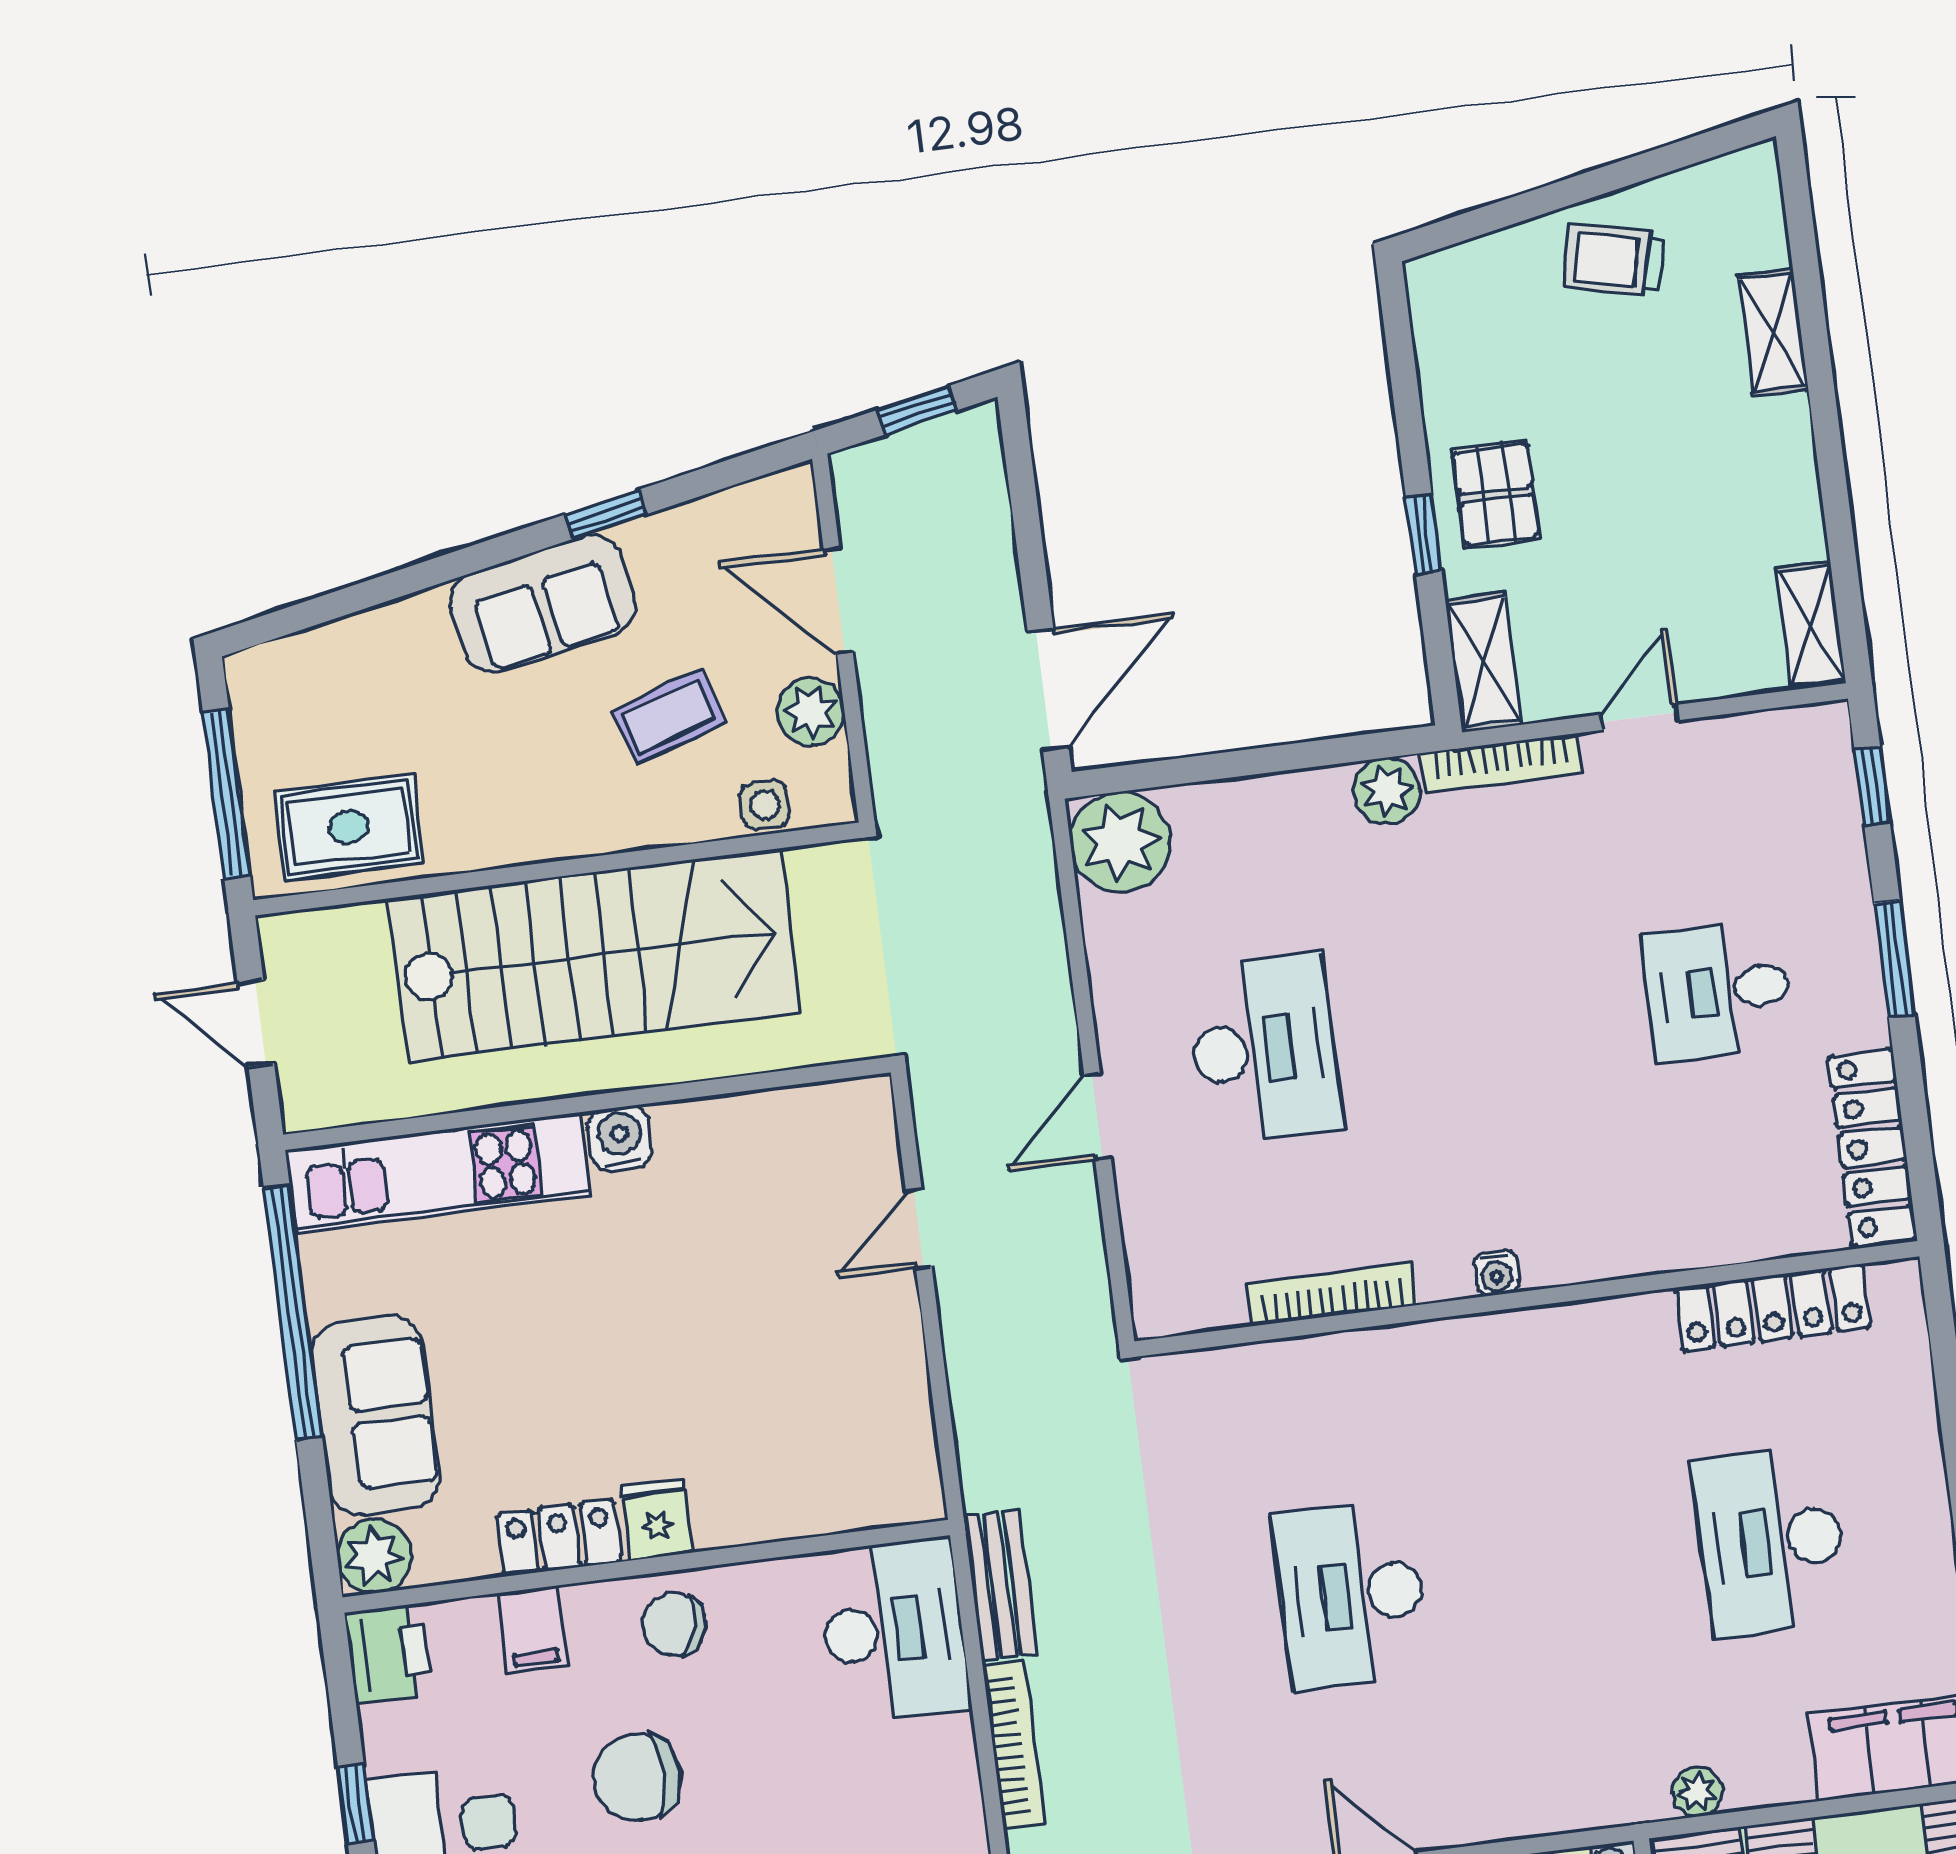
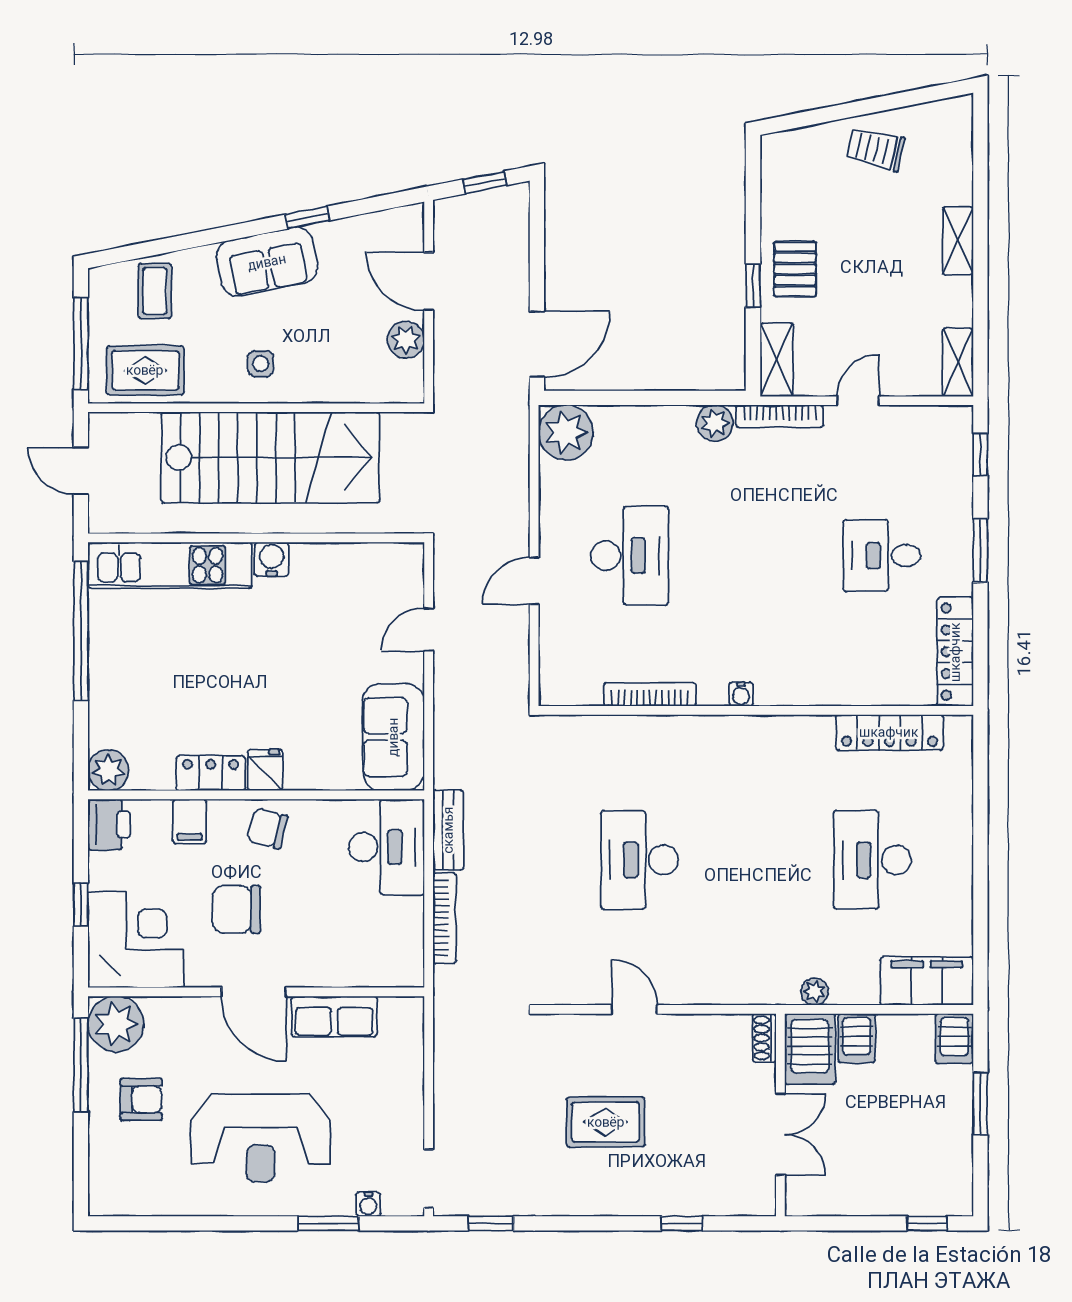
shelving: (1773, 332) -> (958, 241), moved
coffee table: (668, 716) -> (155, 291), moved, turned -72
side table: (765, 805) -> (261, 364), moved
sofa: (376, 1415) -> (393, 737), moved, turned 180

